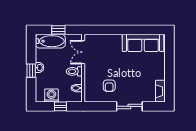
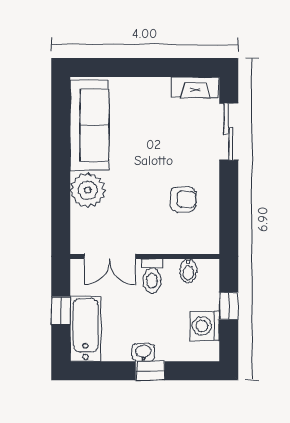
plant: (113, 42) -> (88, 190), added
sliding door: (129, 106) -> (229, 132), moved

